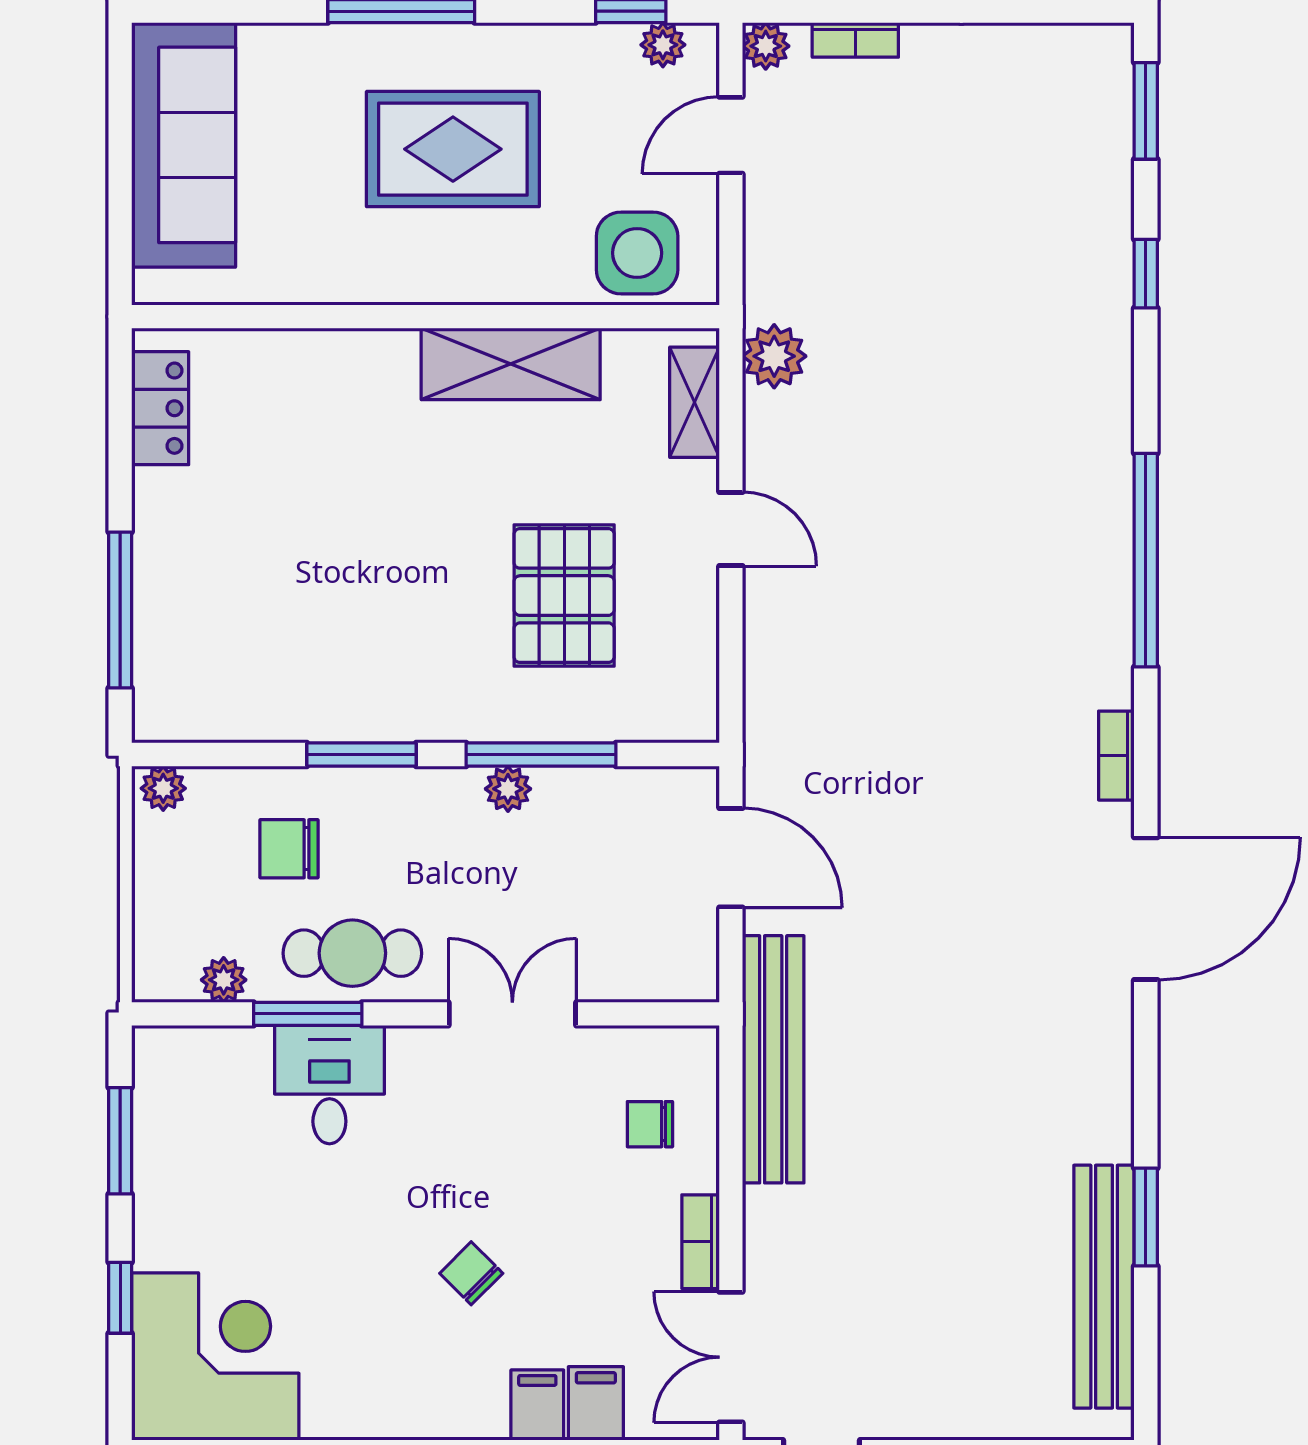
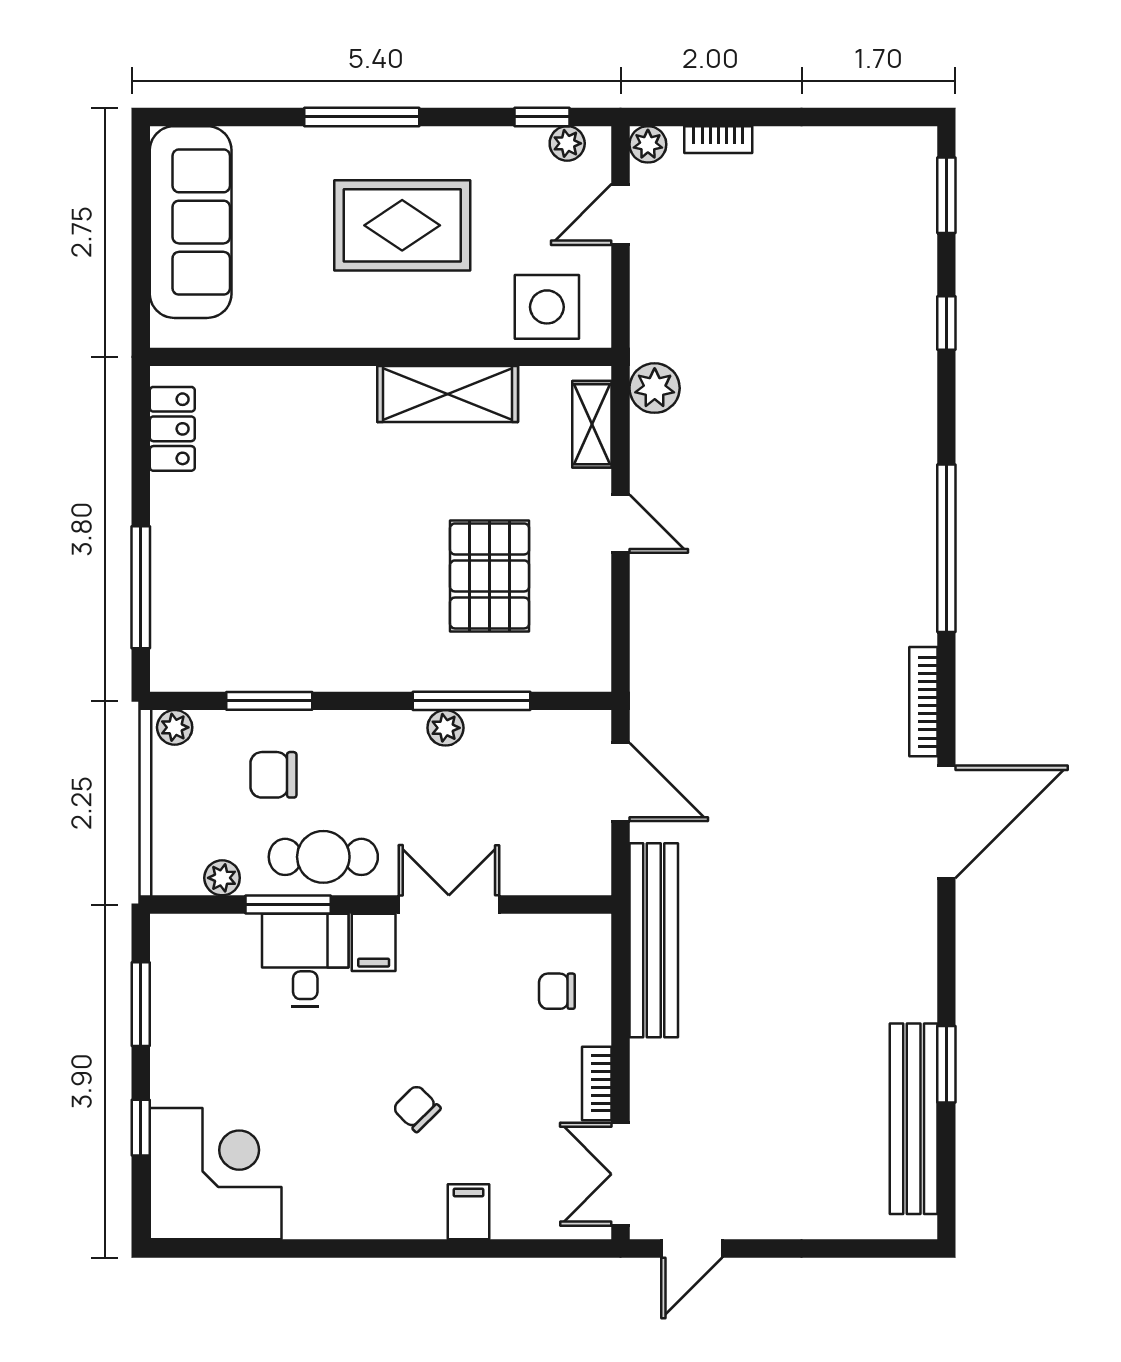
window: (362, 754) -> (269, 701), moved
bookcase: (1116, 756) -> (923, 702), width x1.56
filing cabinet: (596, 1403) -> (374, 942), moved, turned 180

